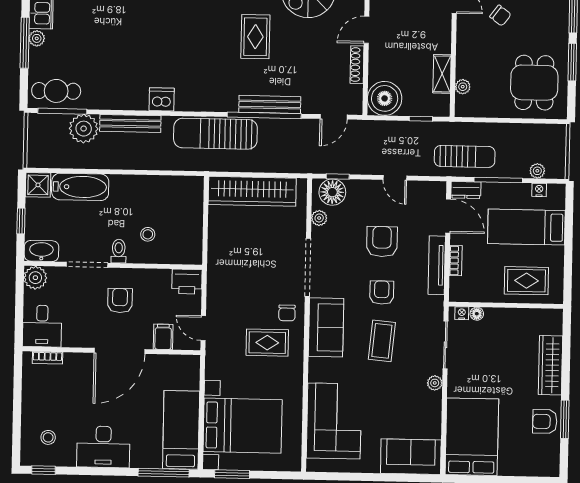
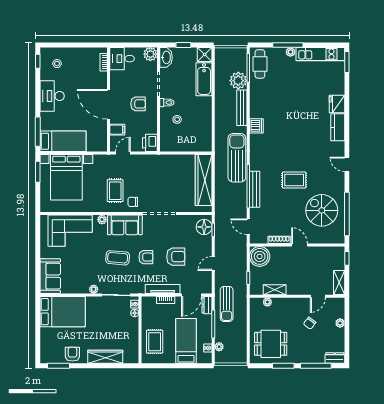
plant: (319, 218) -> (102, 220), moved
window: (565, 419) -> (58, 366), moved

